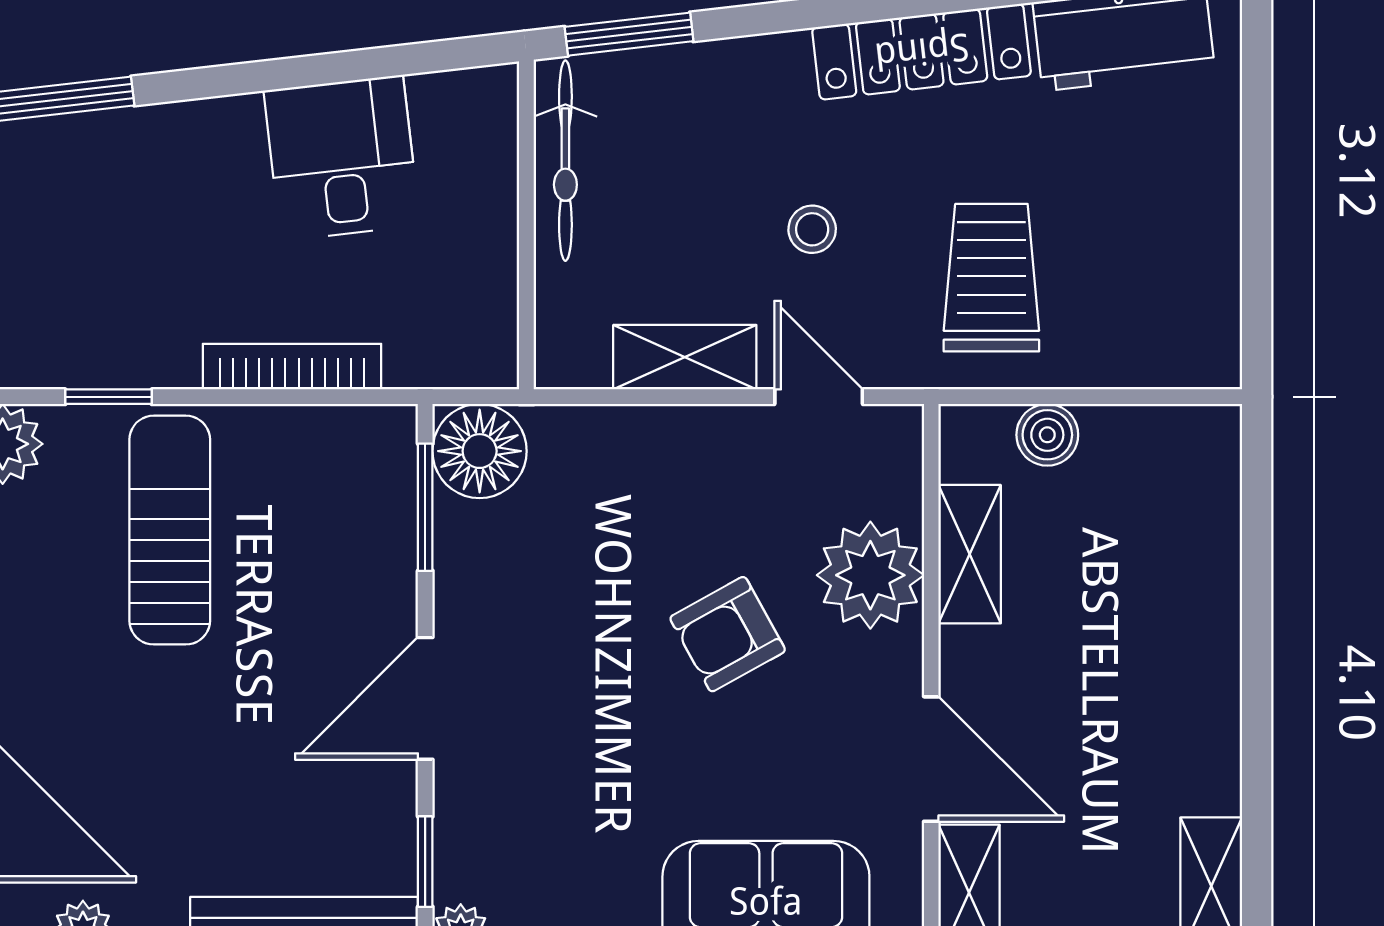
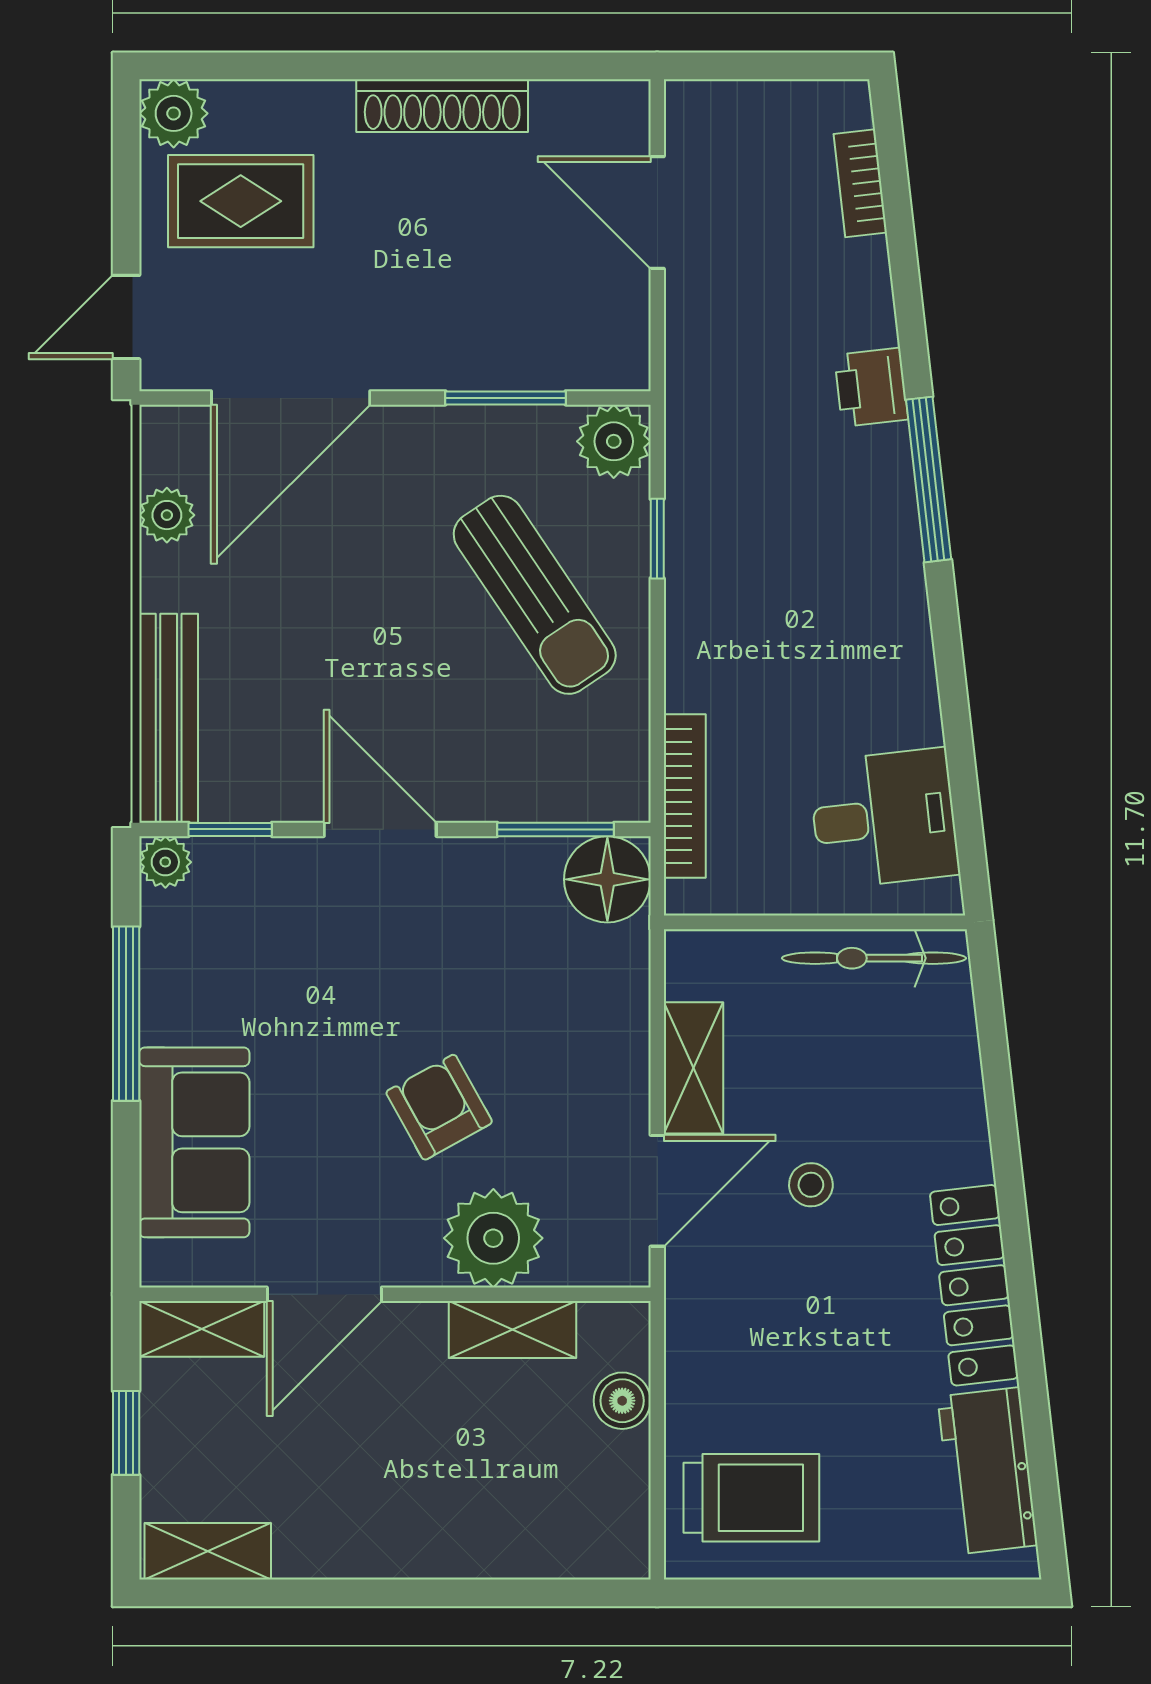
window: (629, 34) -> (990, 1017), removed
desk: (342, 158) -> (884, 818), moved
trolley: (991, 278) -> (751, 1498), moved
bookcase: (292, 367) -> (685, 796), moved
door: (819, 397) -> (657, 1191), width x1.38
sun lounger: (170, 530) -> (535, 595), turned 56

